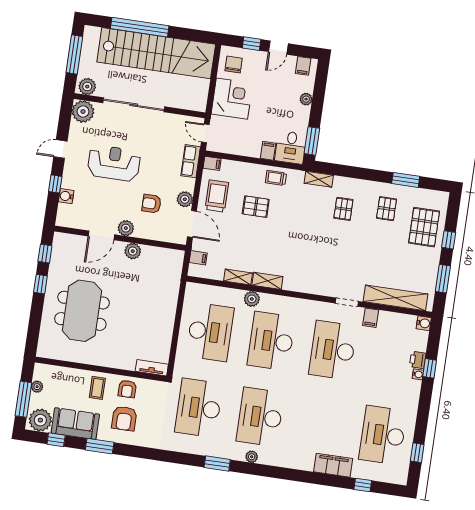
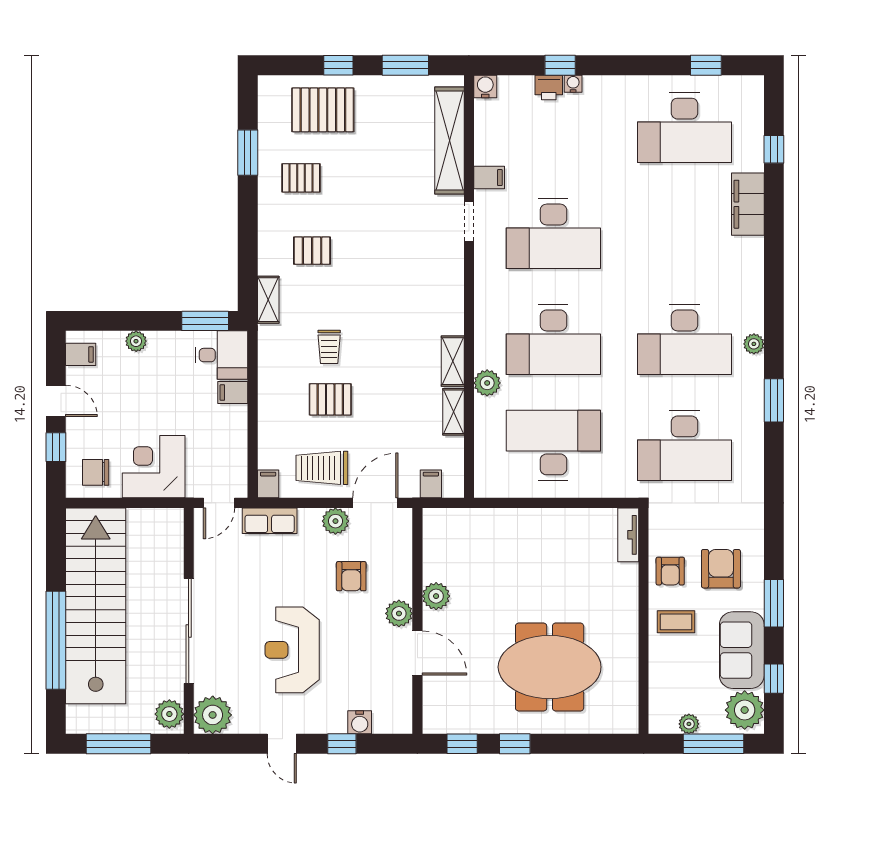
trolley: (276, 178) -> (329, 347), moved
pallet: (256, 207) -> (330, 399), turned 90
armchair: (127, 389) -> (670, 571), turned 90
armchair: (124, 418) -> (721, 569), turned -90

